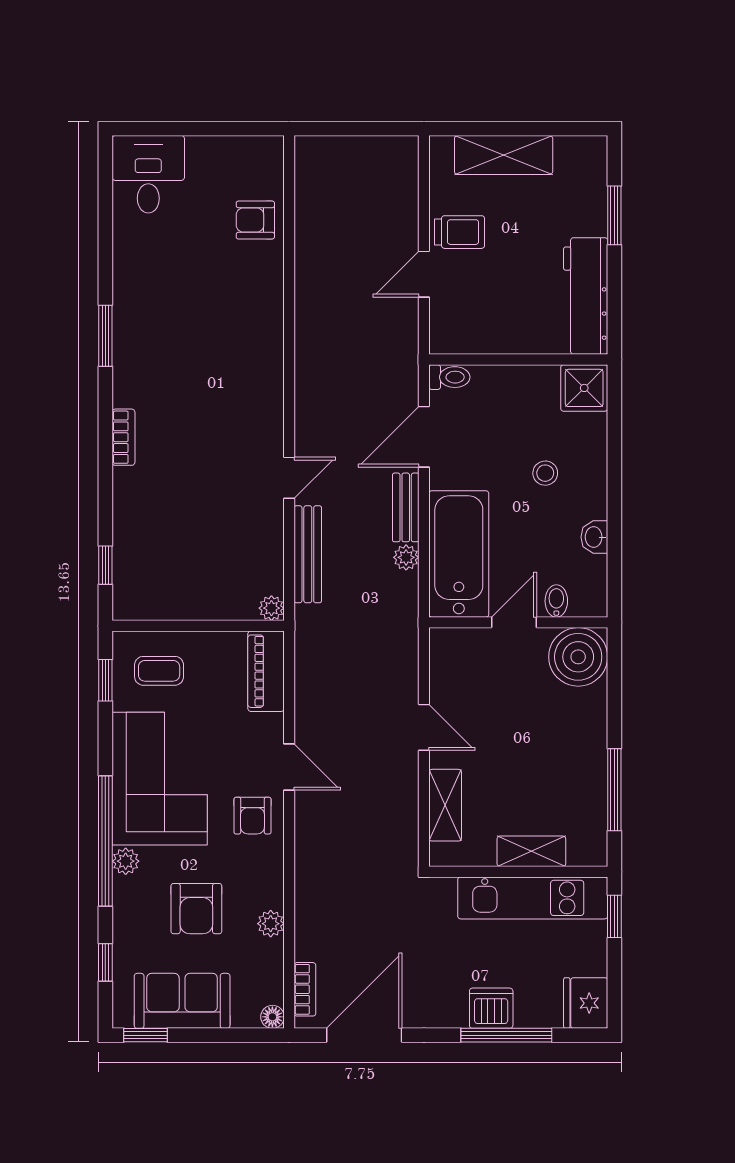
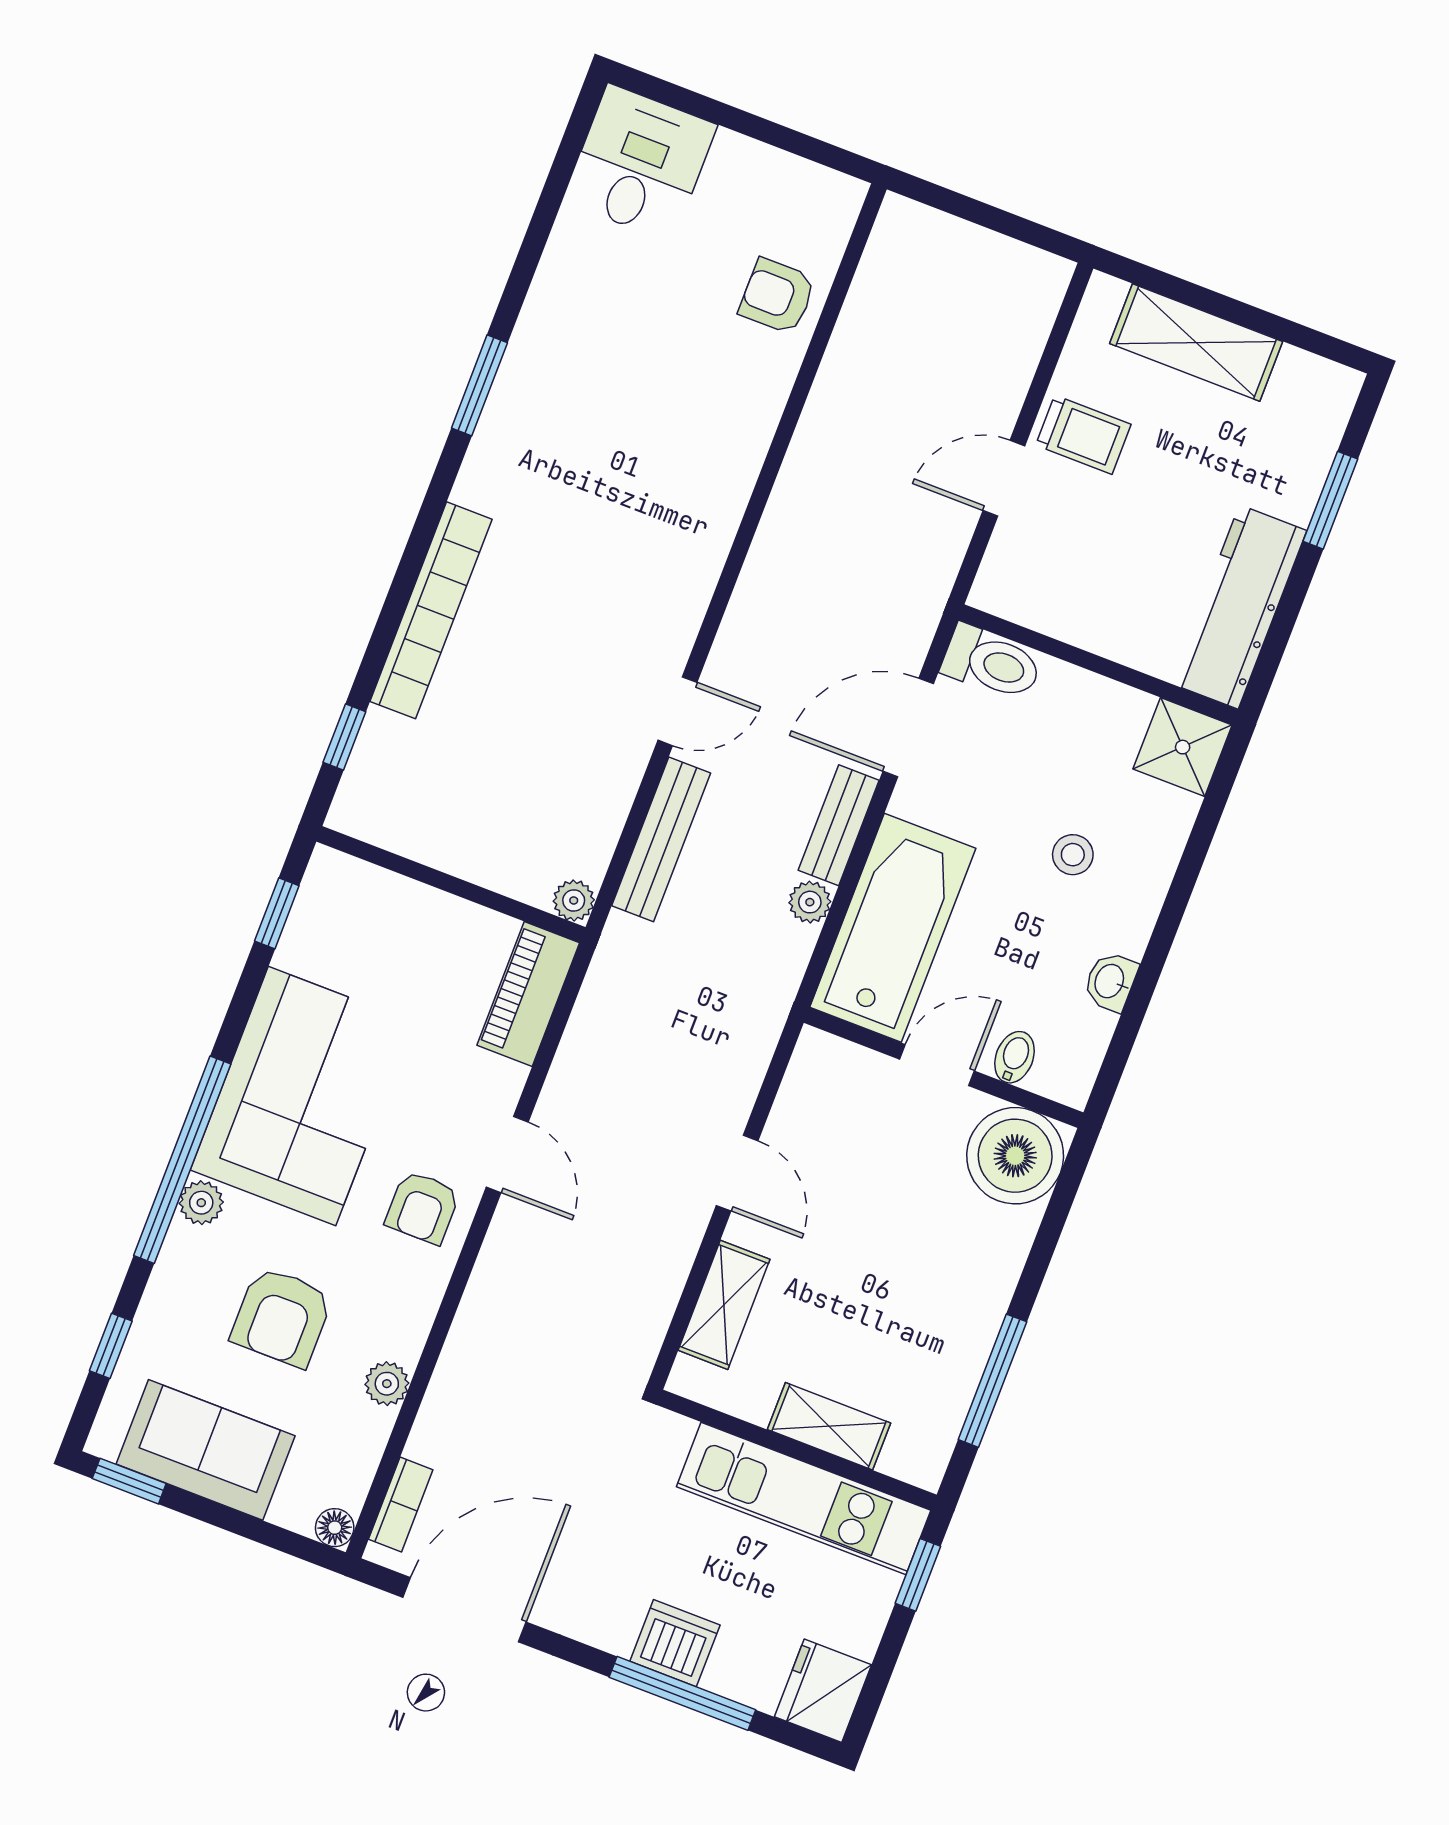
toilet: (449, 377) -> (992, 663), width x1.37, depth x1.39
bookcase: (123, 437) -> (431, 610), width x2.31, depth x1.31
coffee table: (159, 671) -> (364, 930), removed

